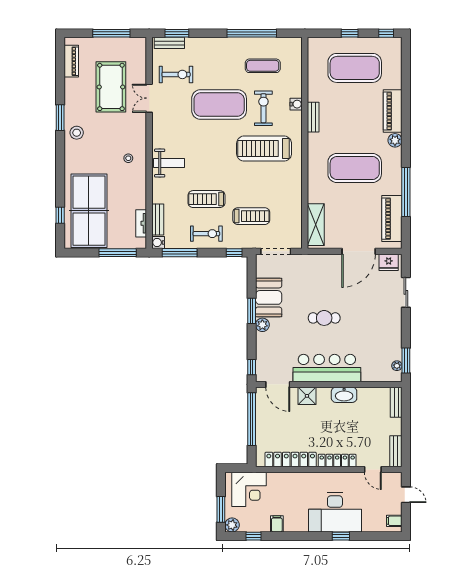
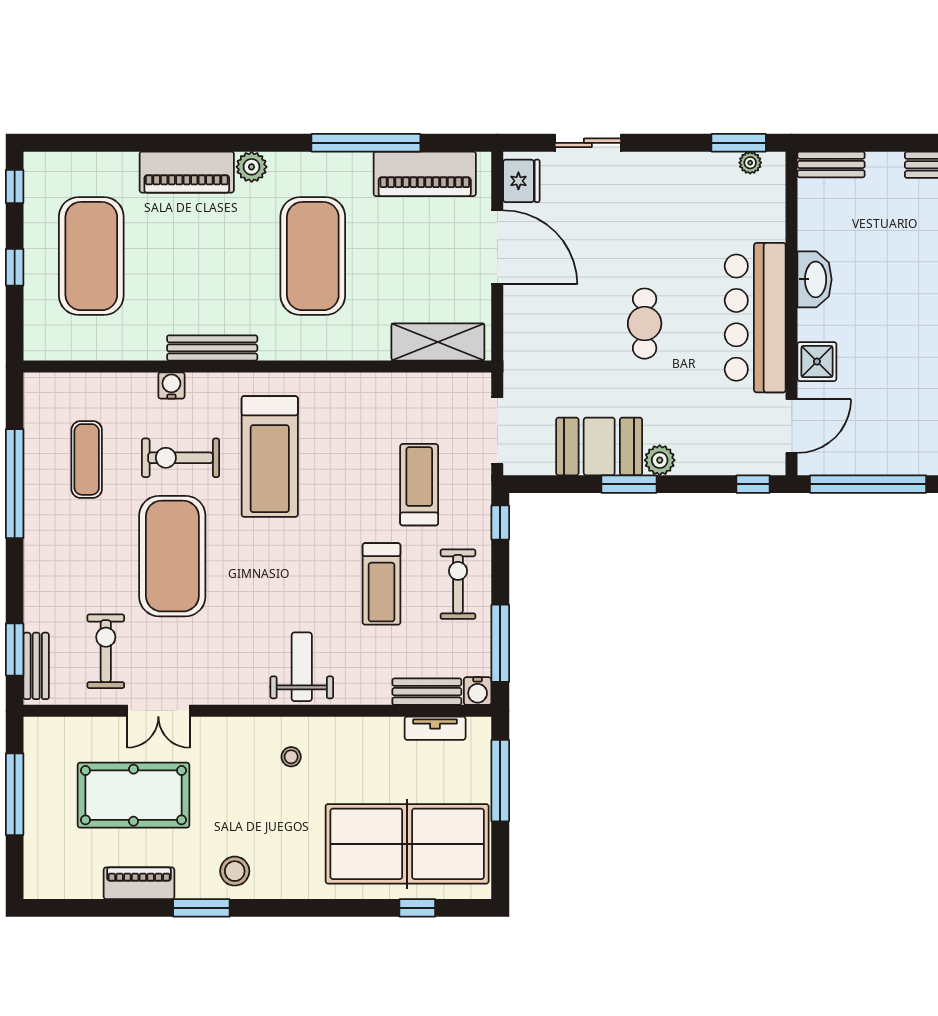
piano: (71, 61) -> (139, 883), moved
bench: (313, 117) -> (212, 348), width x1.36

